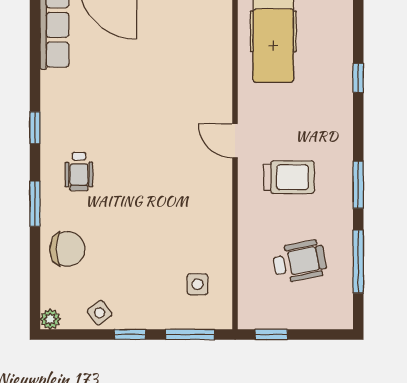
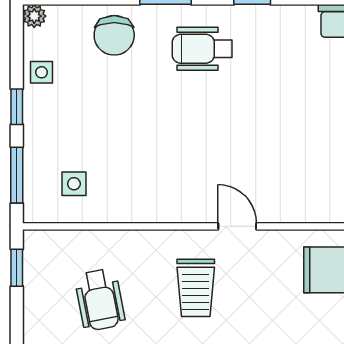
door: (235, 141) -> (237, 226), hinge flipped
wheelchair: (79, 172) -> (202, 49), width x1.36, depth x1.37
side table: (100, 313) -> (42, 72), turned 37

